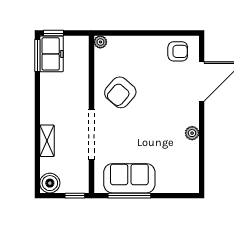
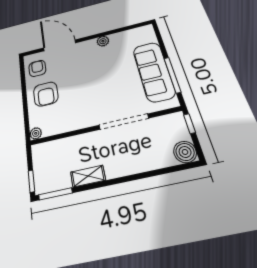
freezer: (52, 54) -> (52, 179), removed
armchair: (120, 92) -> (46, 94), moved, turned 49
shelving: (47, 141) -> (88, 176), moved
sofa: (129, 178) -> (154, 71), width x1.36

